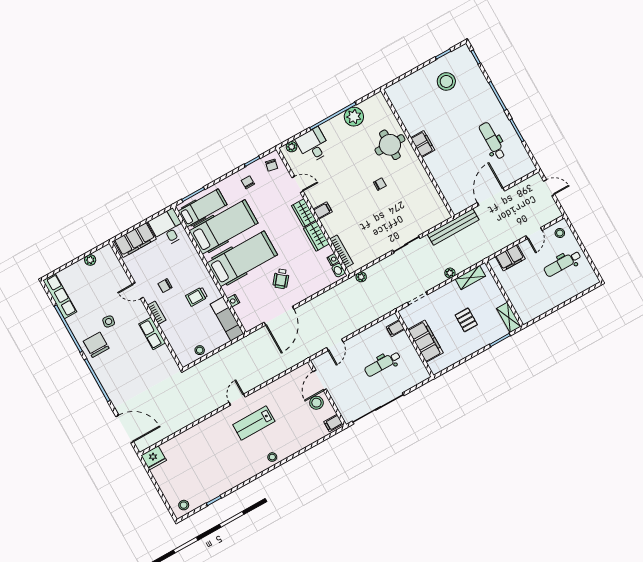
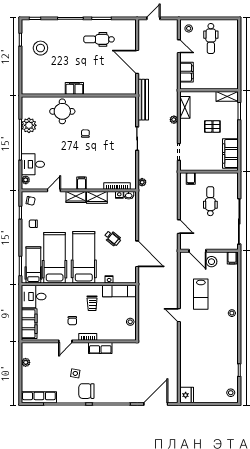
filing cabinet: (426, 341) -> (230, 154), moved, turned -90
dental chair: (382, 364) -> (210, 201), turned 180
lab bench: (254, 423) -> (201, 294), moved

